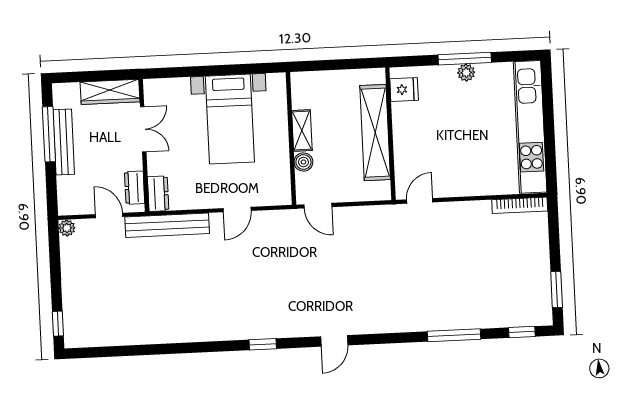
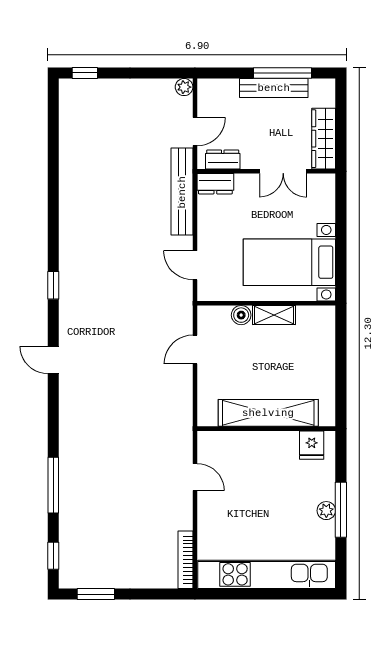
shelving: (302, 131) -> (274, 315), moved
wall: (291, 138) -> (266, 303), moved
boiler: (303, 162) -> (241, 315), moved
door: (420, 201) -> (195, 477), moved

